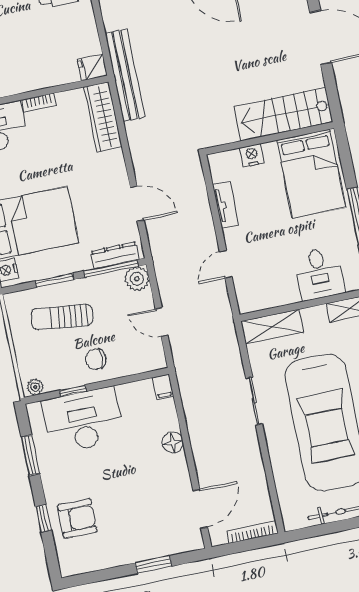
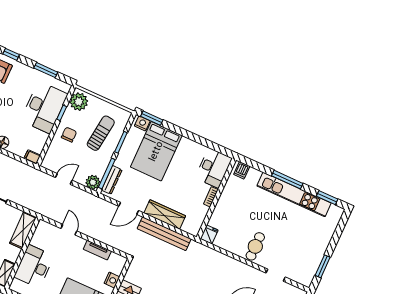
bench: (125, 75) -> (164, 234), moved
wardrobe: (103, 117) -> (165, 214), moved
desk: (319, 274) -> (34, 266), width x1.37
plant: (35, 387) -> (79, 102), width x1.87, depth x1.87

